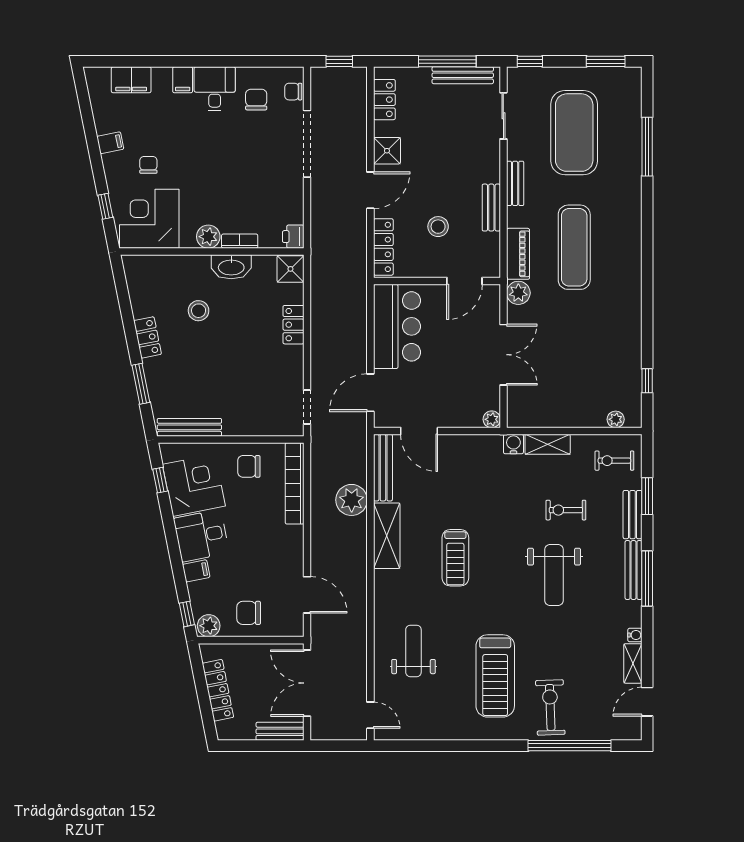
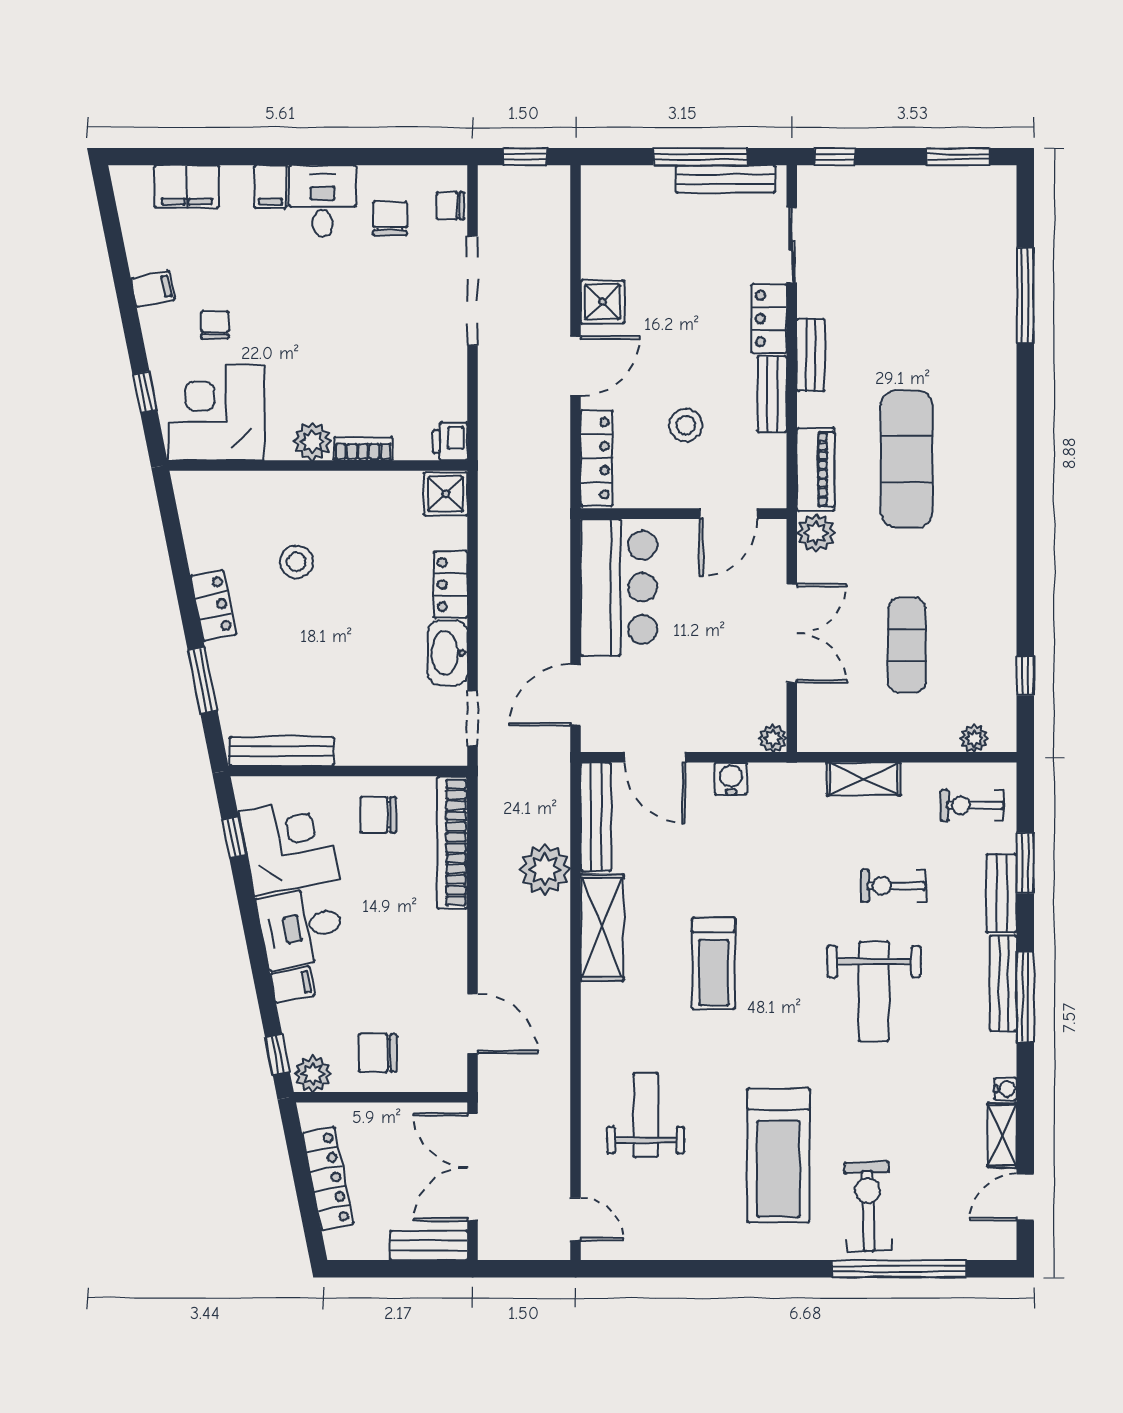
locker: (384, 100) -> (769, 319), moved, turned 180
exercise mat: (574, 133) -> (907, 645), moved, width x0.50, depth x0.69
washbasin: (231, 267) -> (448, 653), moved, turned 90
water cooler: (513, 444) -> (731, 779), moved

